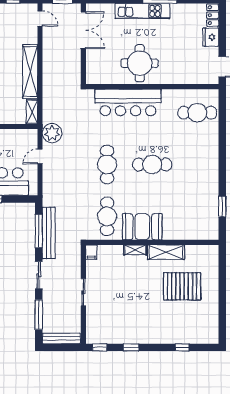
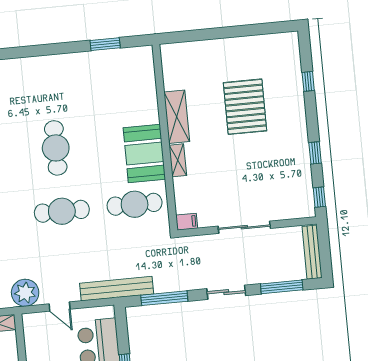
bench: (49, 233) -> (117, 289), moved
pallet: (182, 286) -> (245, 107), moved
sliding door: (83, 292) -> (244, 227), width x1.37

